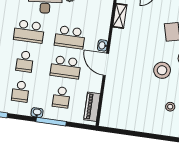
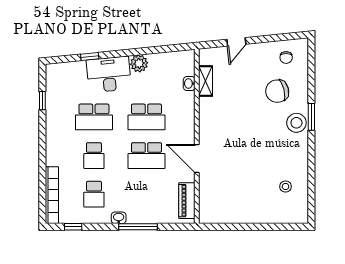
washbasin: (103, 45) -> (189, 84), moved
door: (106, 64) -> (197, 158), moved
stool: (162, 70) -> (269, 142), removed
school desk: (61, 97) -> (146, 194), removed

